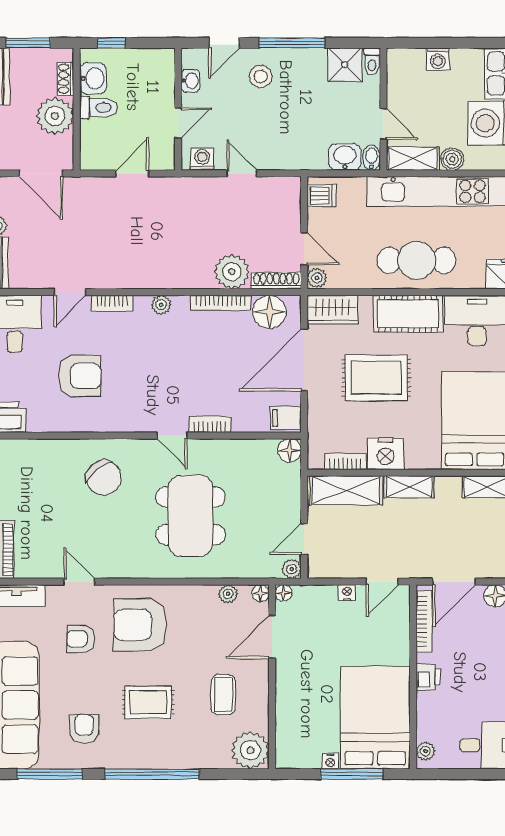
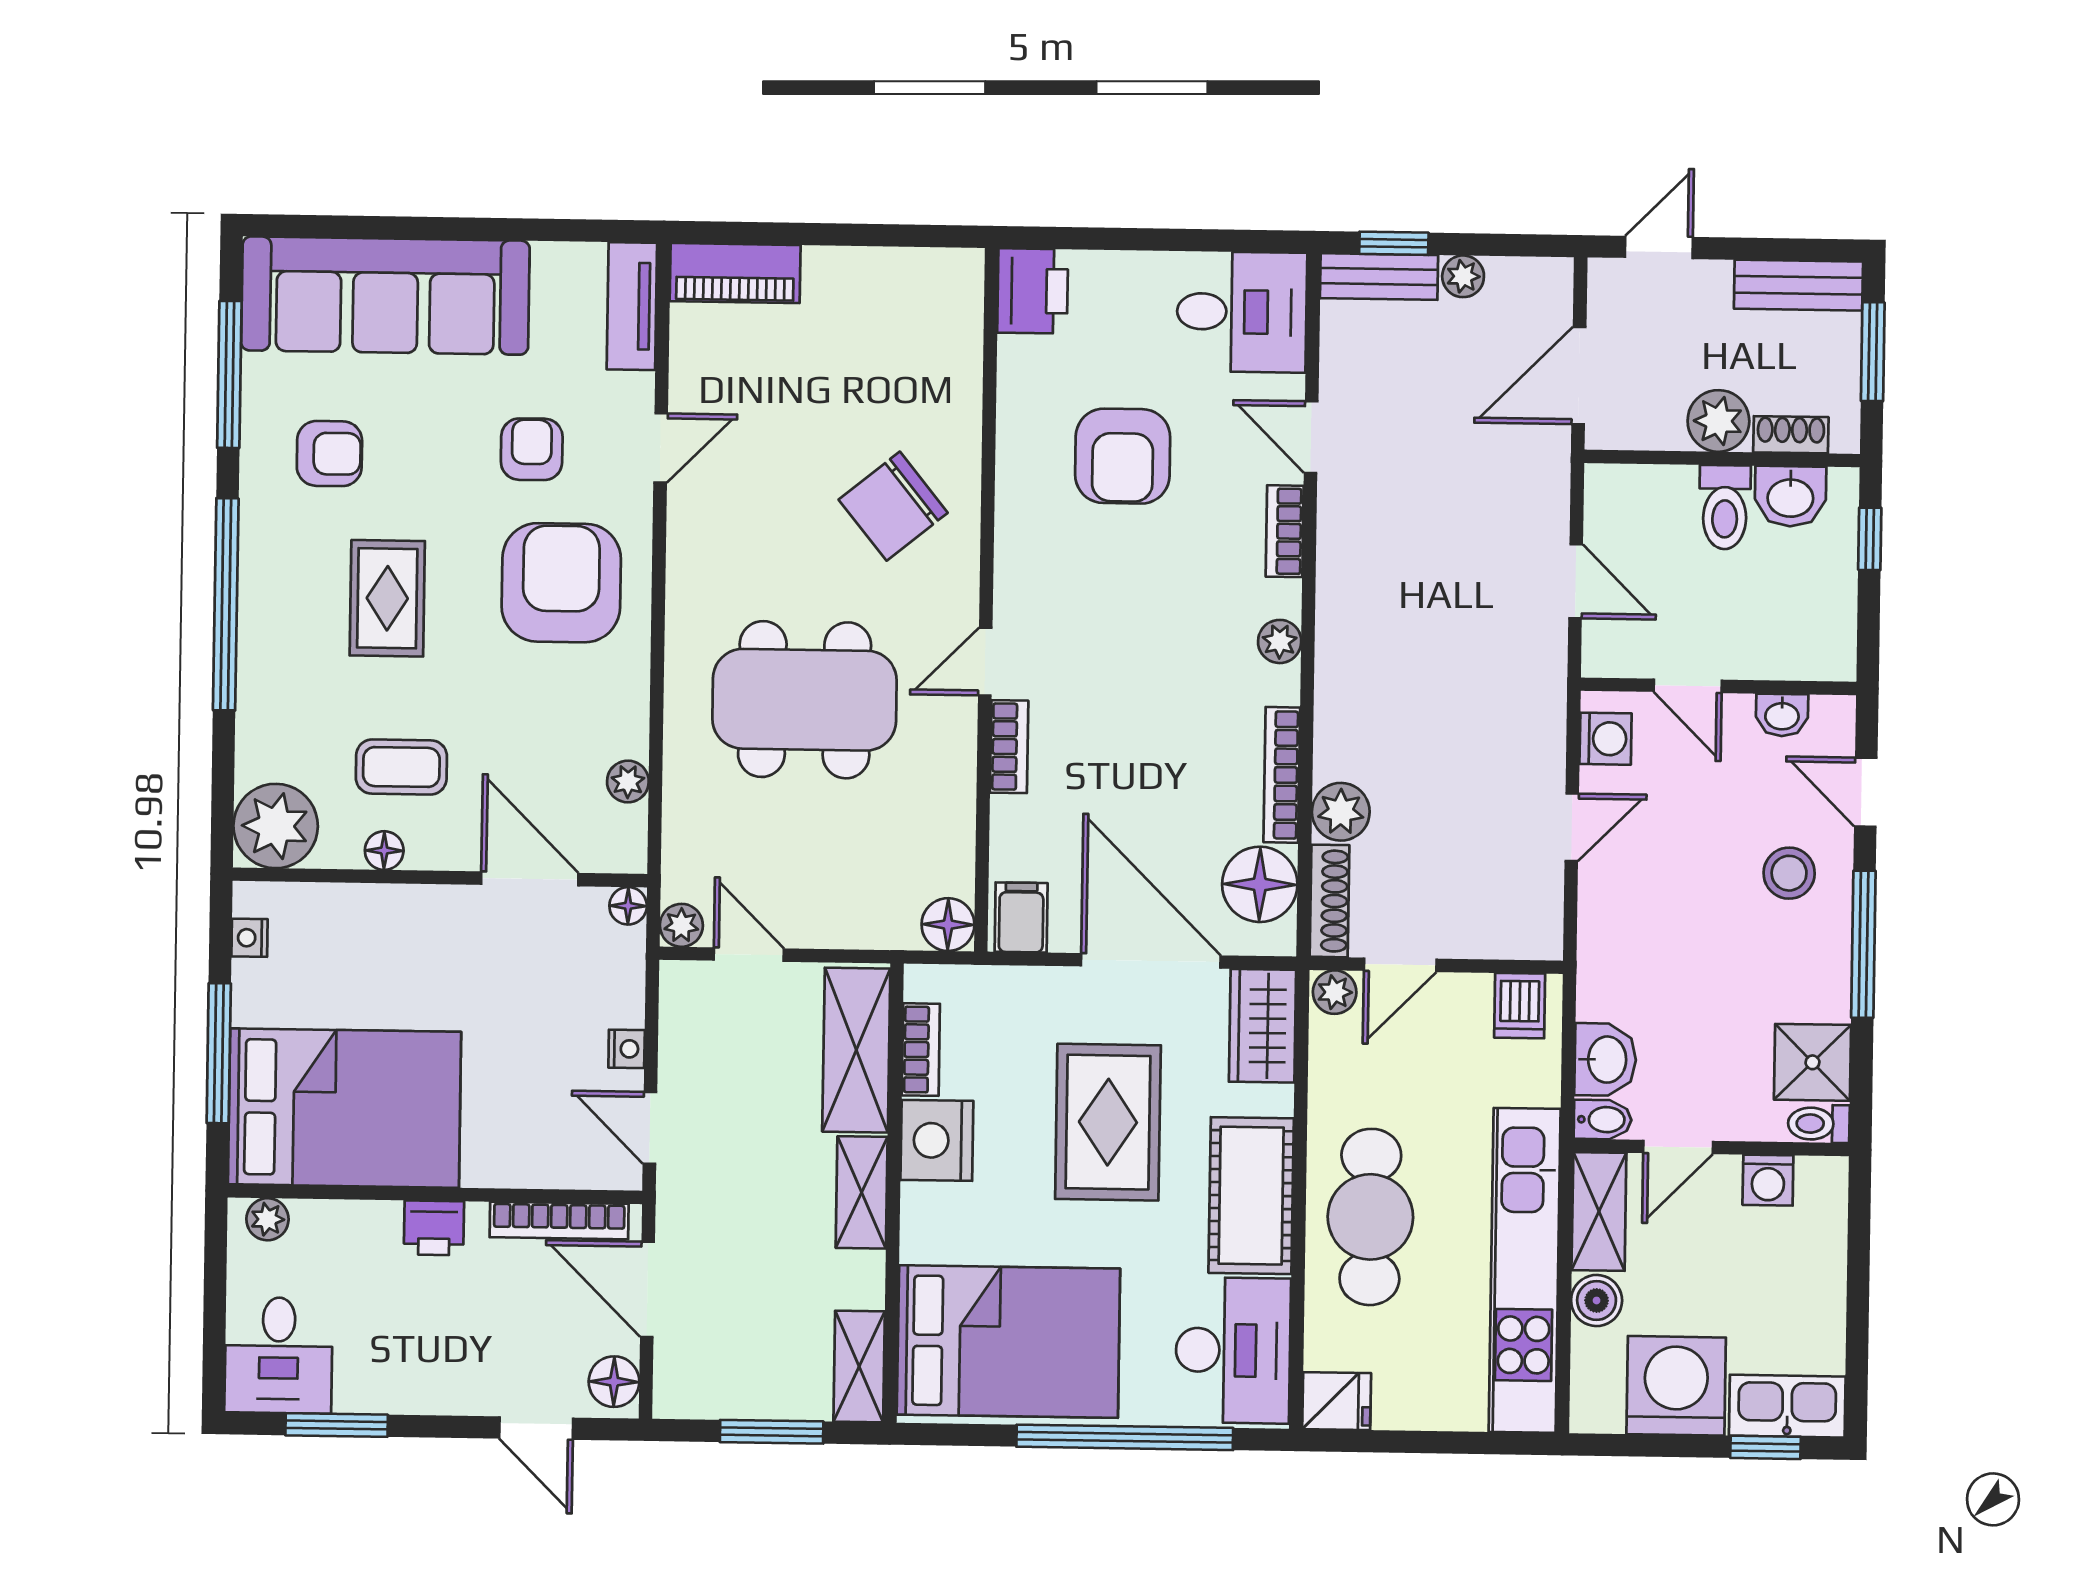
washing machine: (438, 59) -> (1768, 1180), moved, turned -90
plant: (55, 116) -> (1718, 421), width x0.73, depth x0.73
plant: (232, 272) -> (1341, 812), width x0.73, depth x0.73
floor lamp: (260, 593) -> (384, 851), moved
nightstand: (330, 761) -> (250, 938), moved

